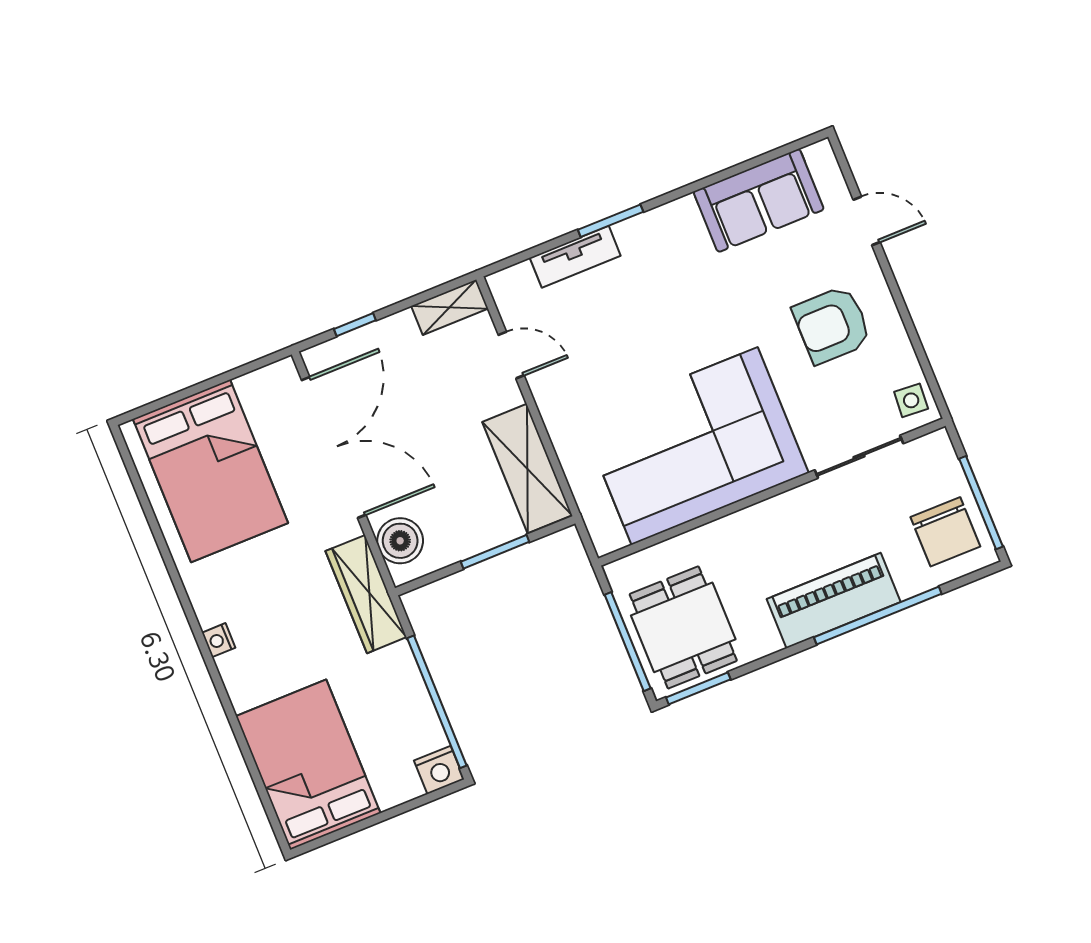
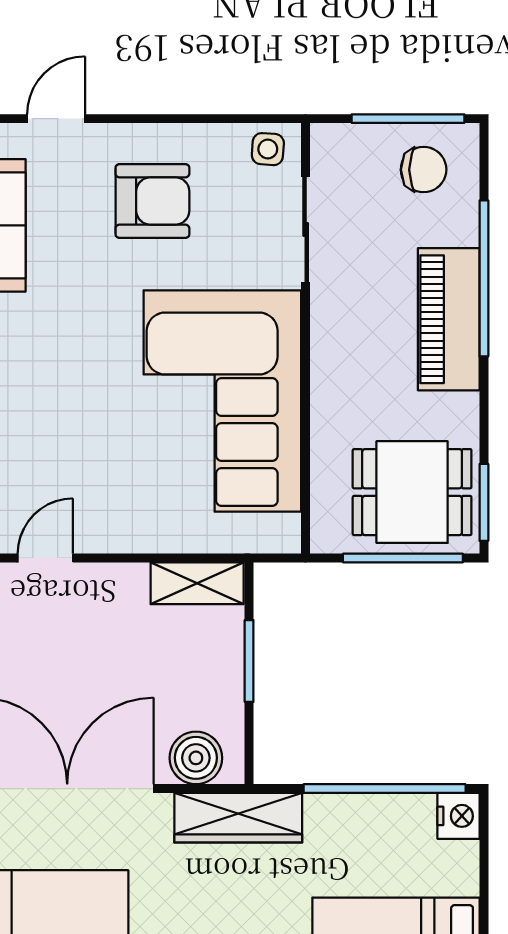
armchair: (832, 325) -> (152, 201), turned -90
shelving: (527, 469) -> (197, 583), width x0.67, depth x0.75
chair: (945, 532) -> (424, 170), width x0.73, depth x0.73

